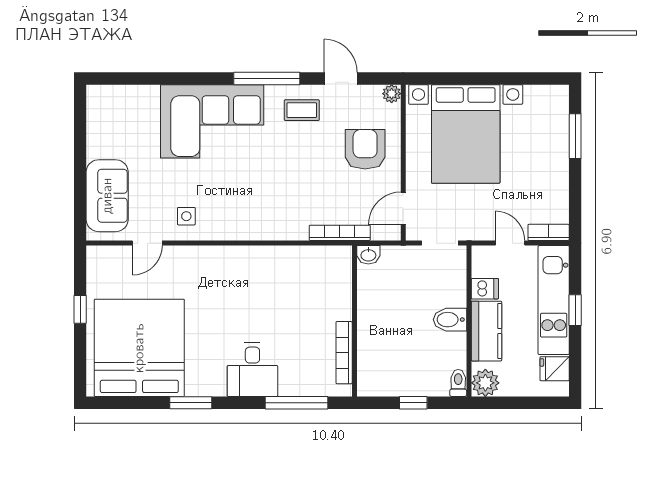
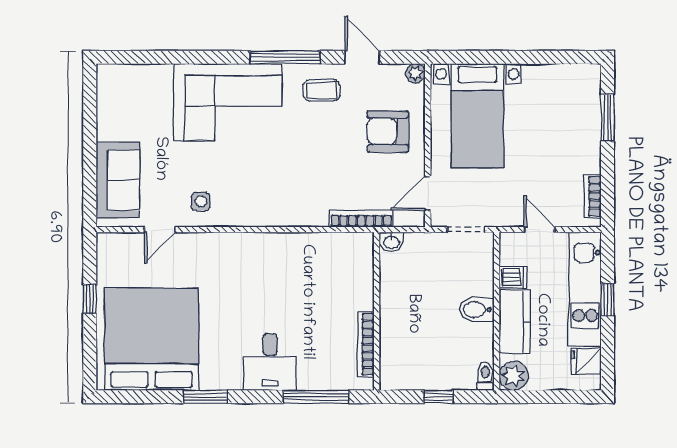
bed with nightstands: (466, 134) -> (477, 115), width x0.73
armchair: (365, 149) -> (388, 131), turned -90
bookcase: (549, 232) -> (593, 196), moved, turned -90

